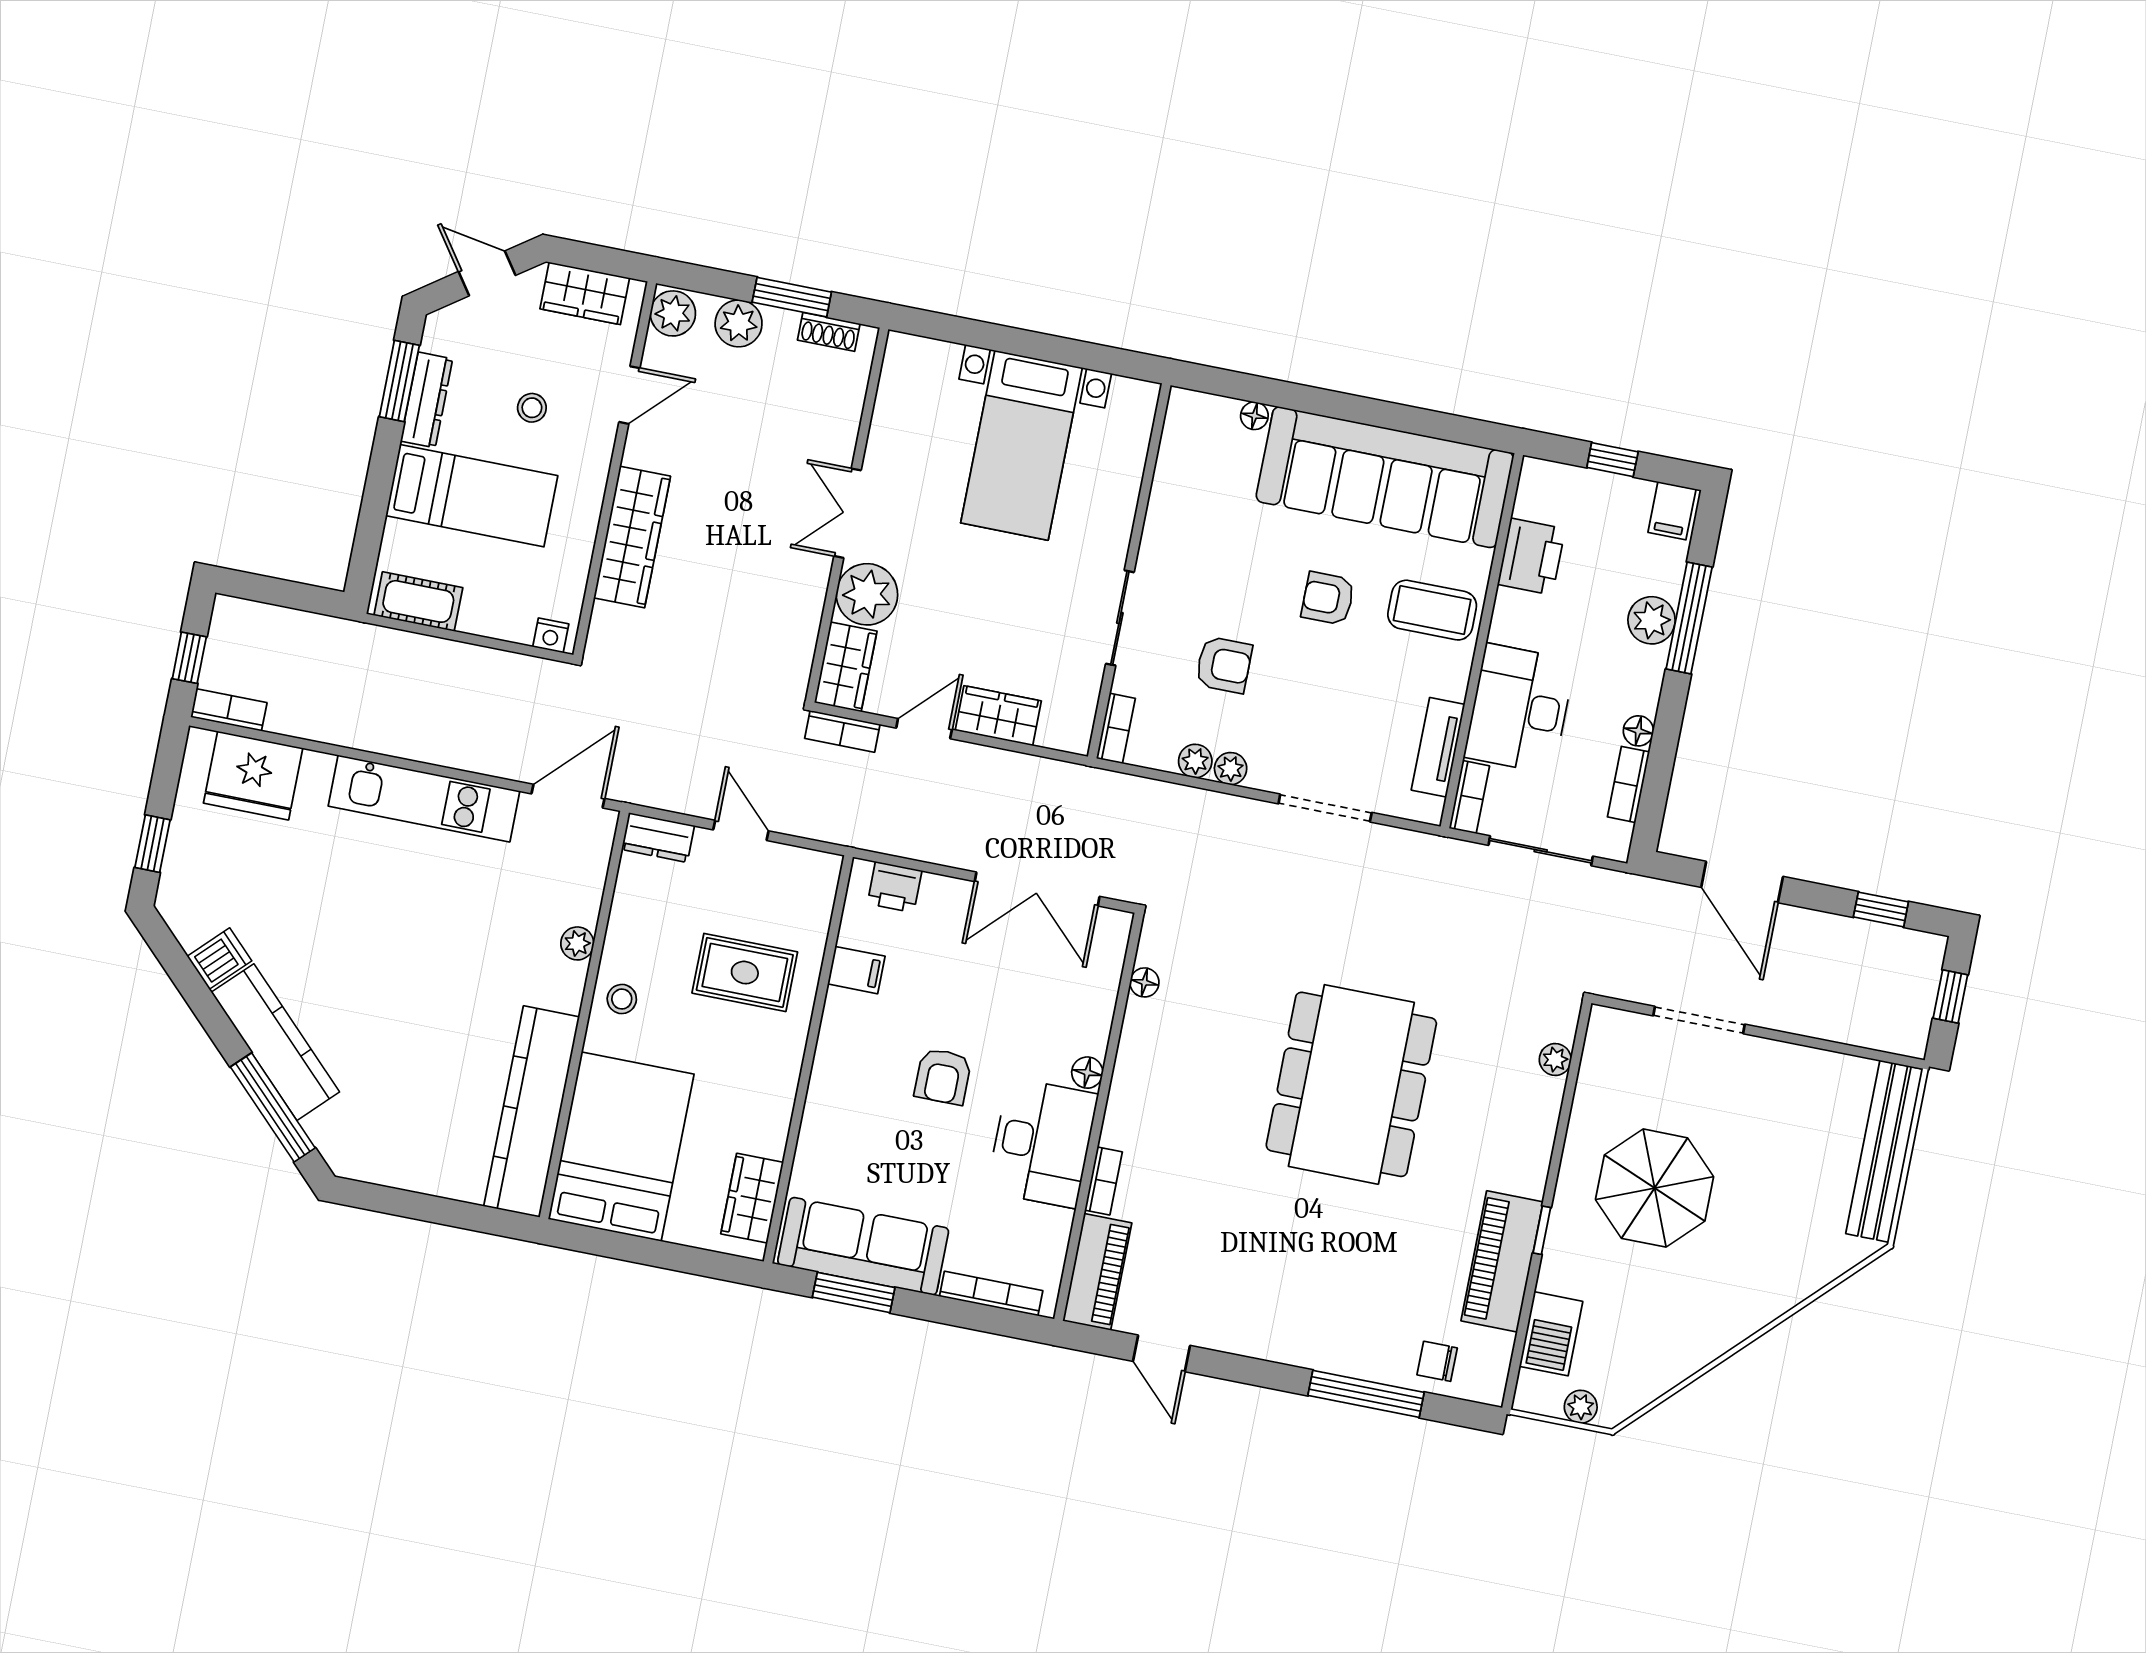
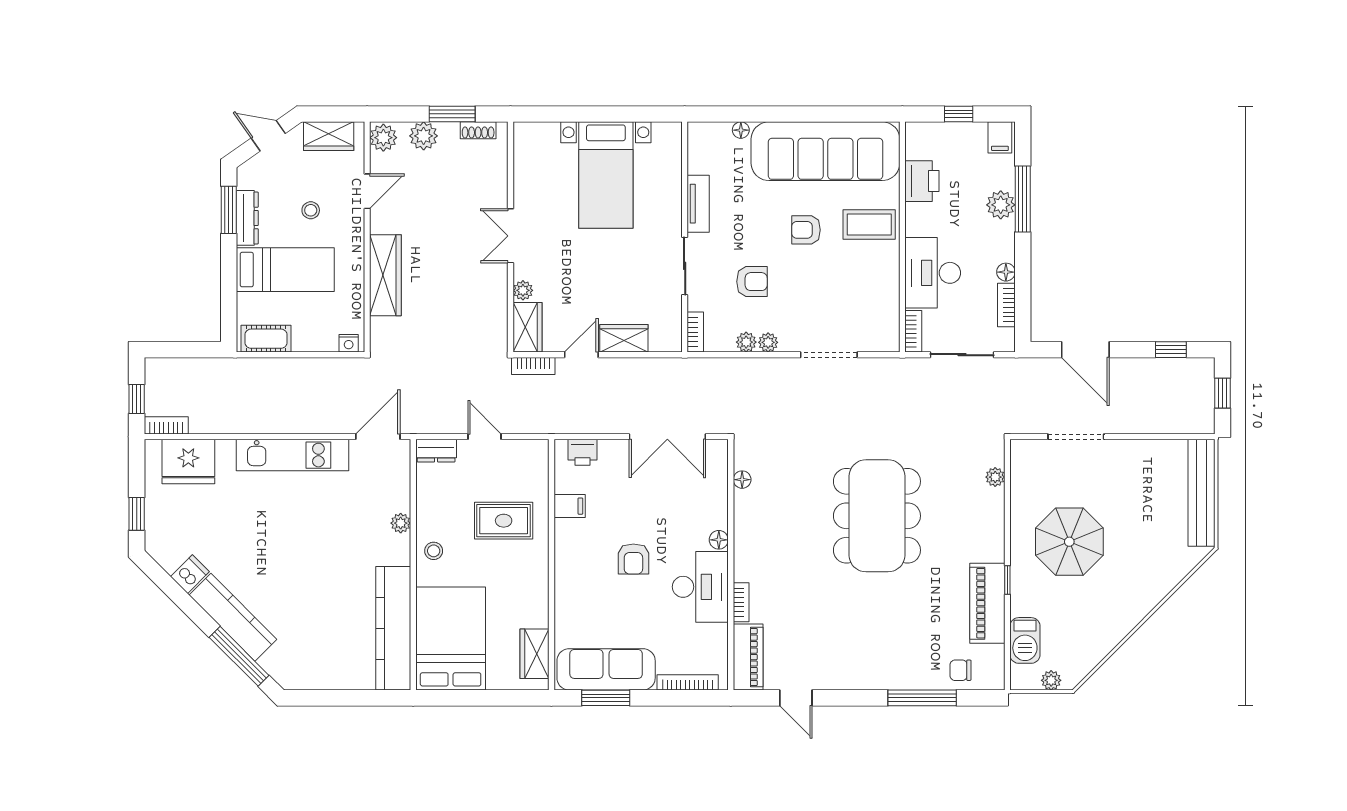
plant: (867, 594) -> (523, 290), width x0.53, depth x0.53
tv unit: (1438, 747) -> (698, 204), moved, turned 180

